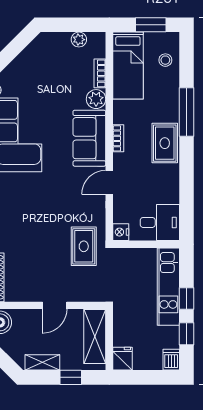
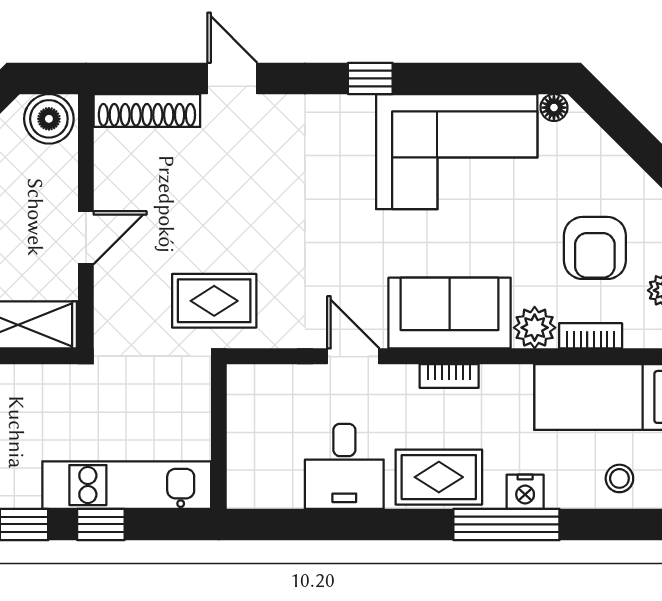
armchair: (59, 71) -> (595, 248), added
desk: (160, 222) -> (344, 466), moved
nightstand: (121, 232) -> (525, 492), moved, turned 180
door: (55, 305) -> (86, 238), swing flipped

